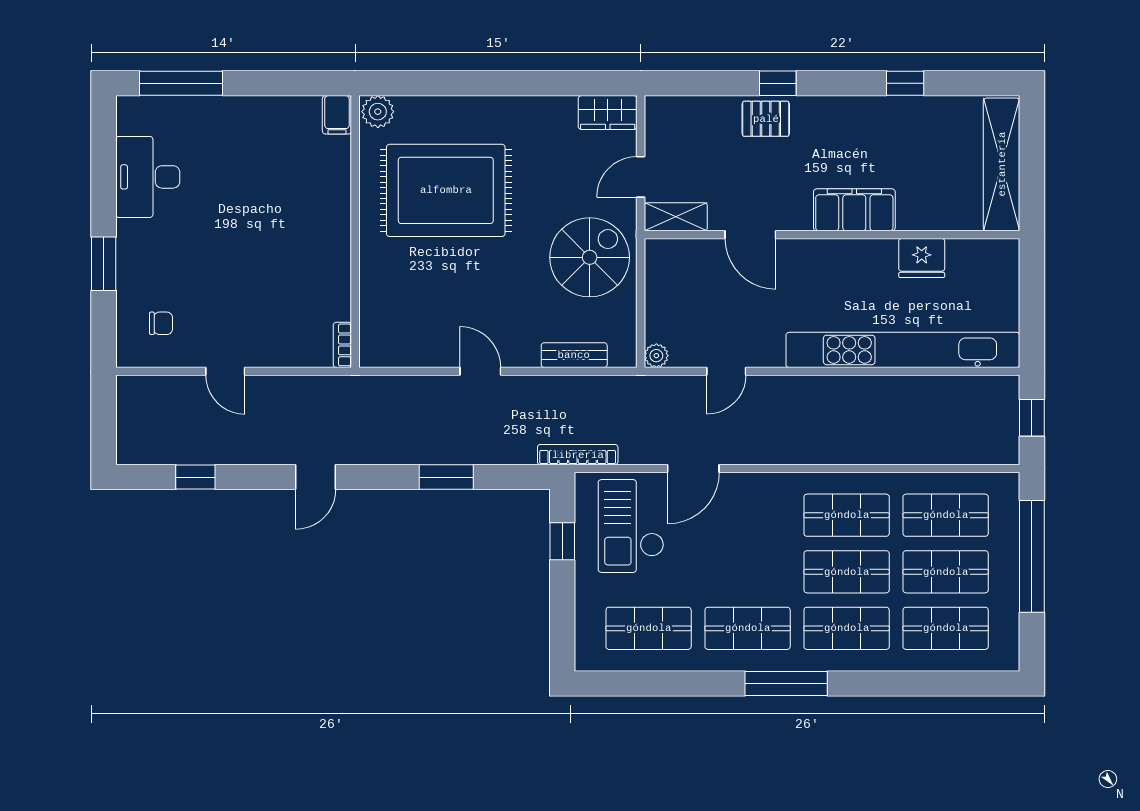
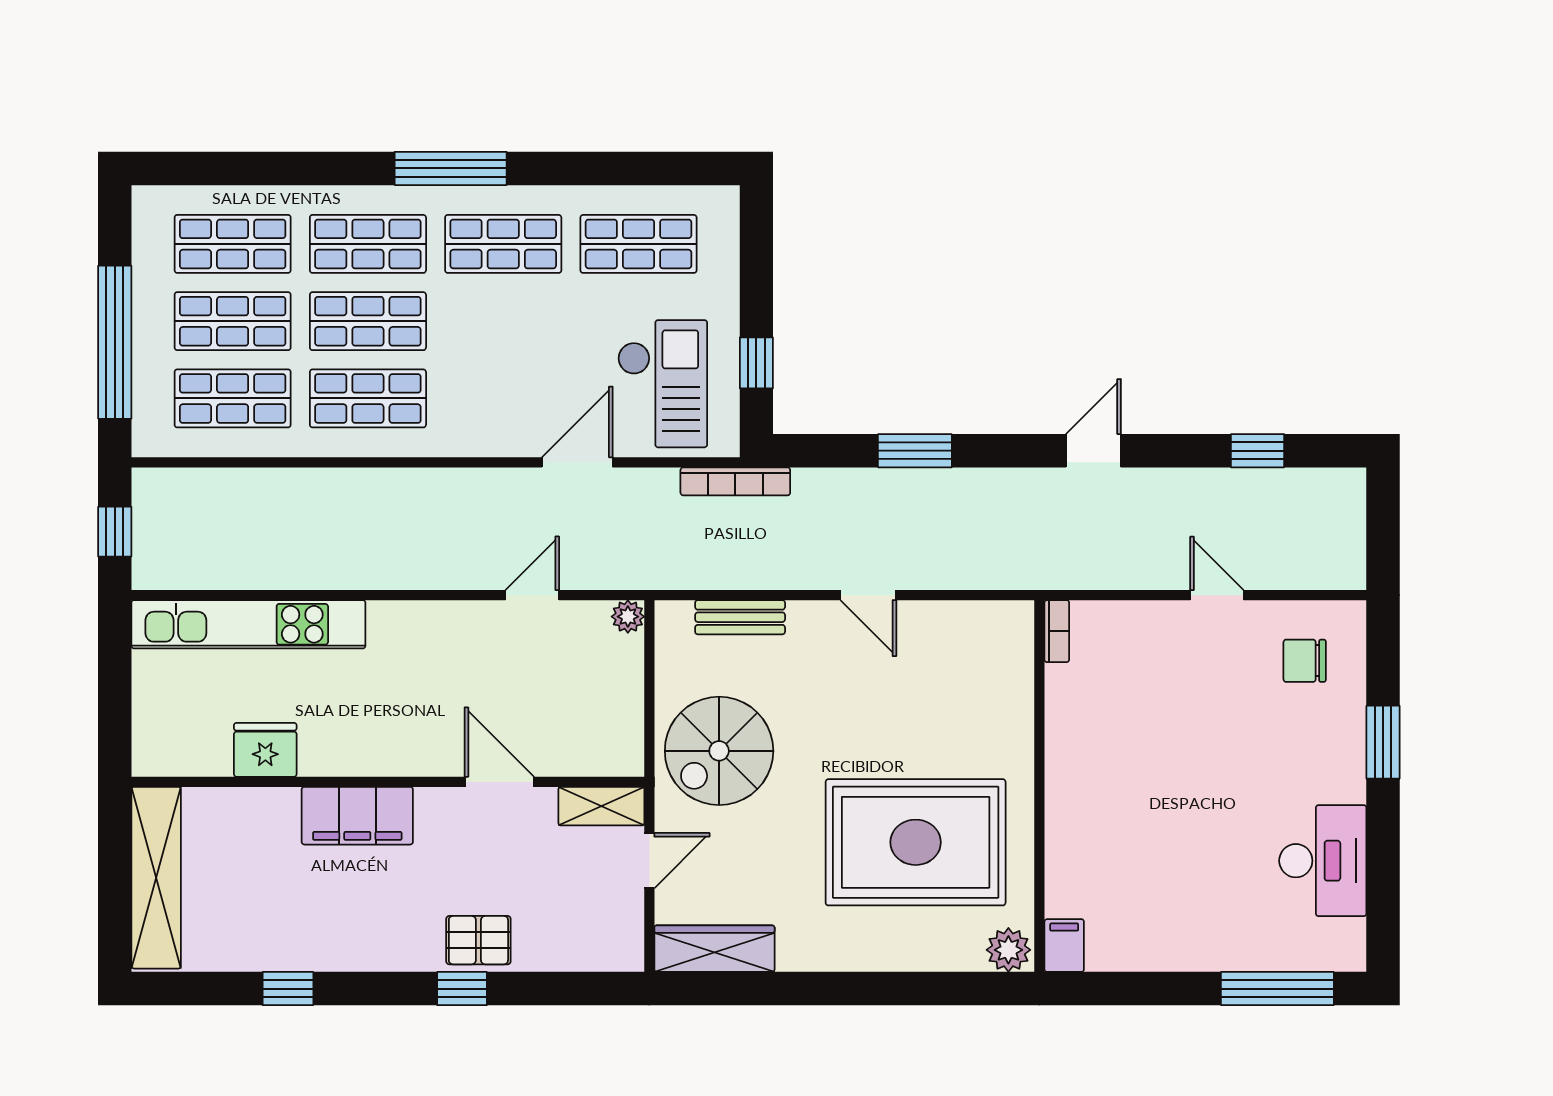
wardrobe: (608, 113) -> (714, 949), width x1.50
chair: (161, 323) -> (1305, 661), width x1.37, depth x1.37
kitchen unit: (903, 350) -> (248, 624), width x0.73

